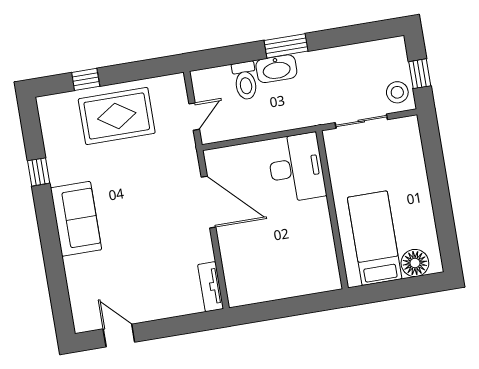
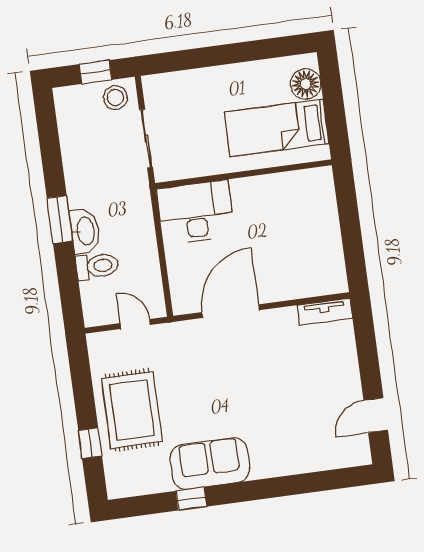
sofa: (76, 219) -> (210, 463), moved

